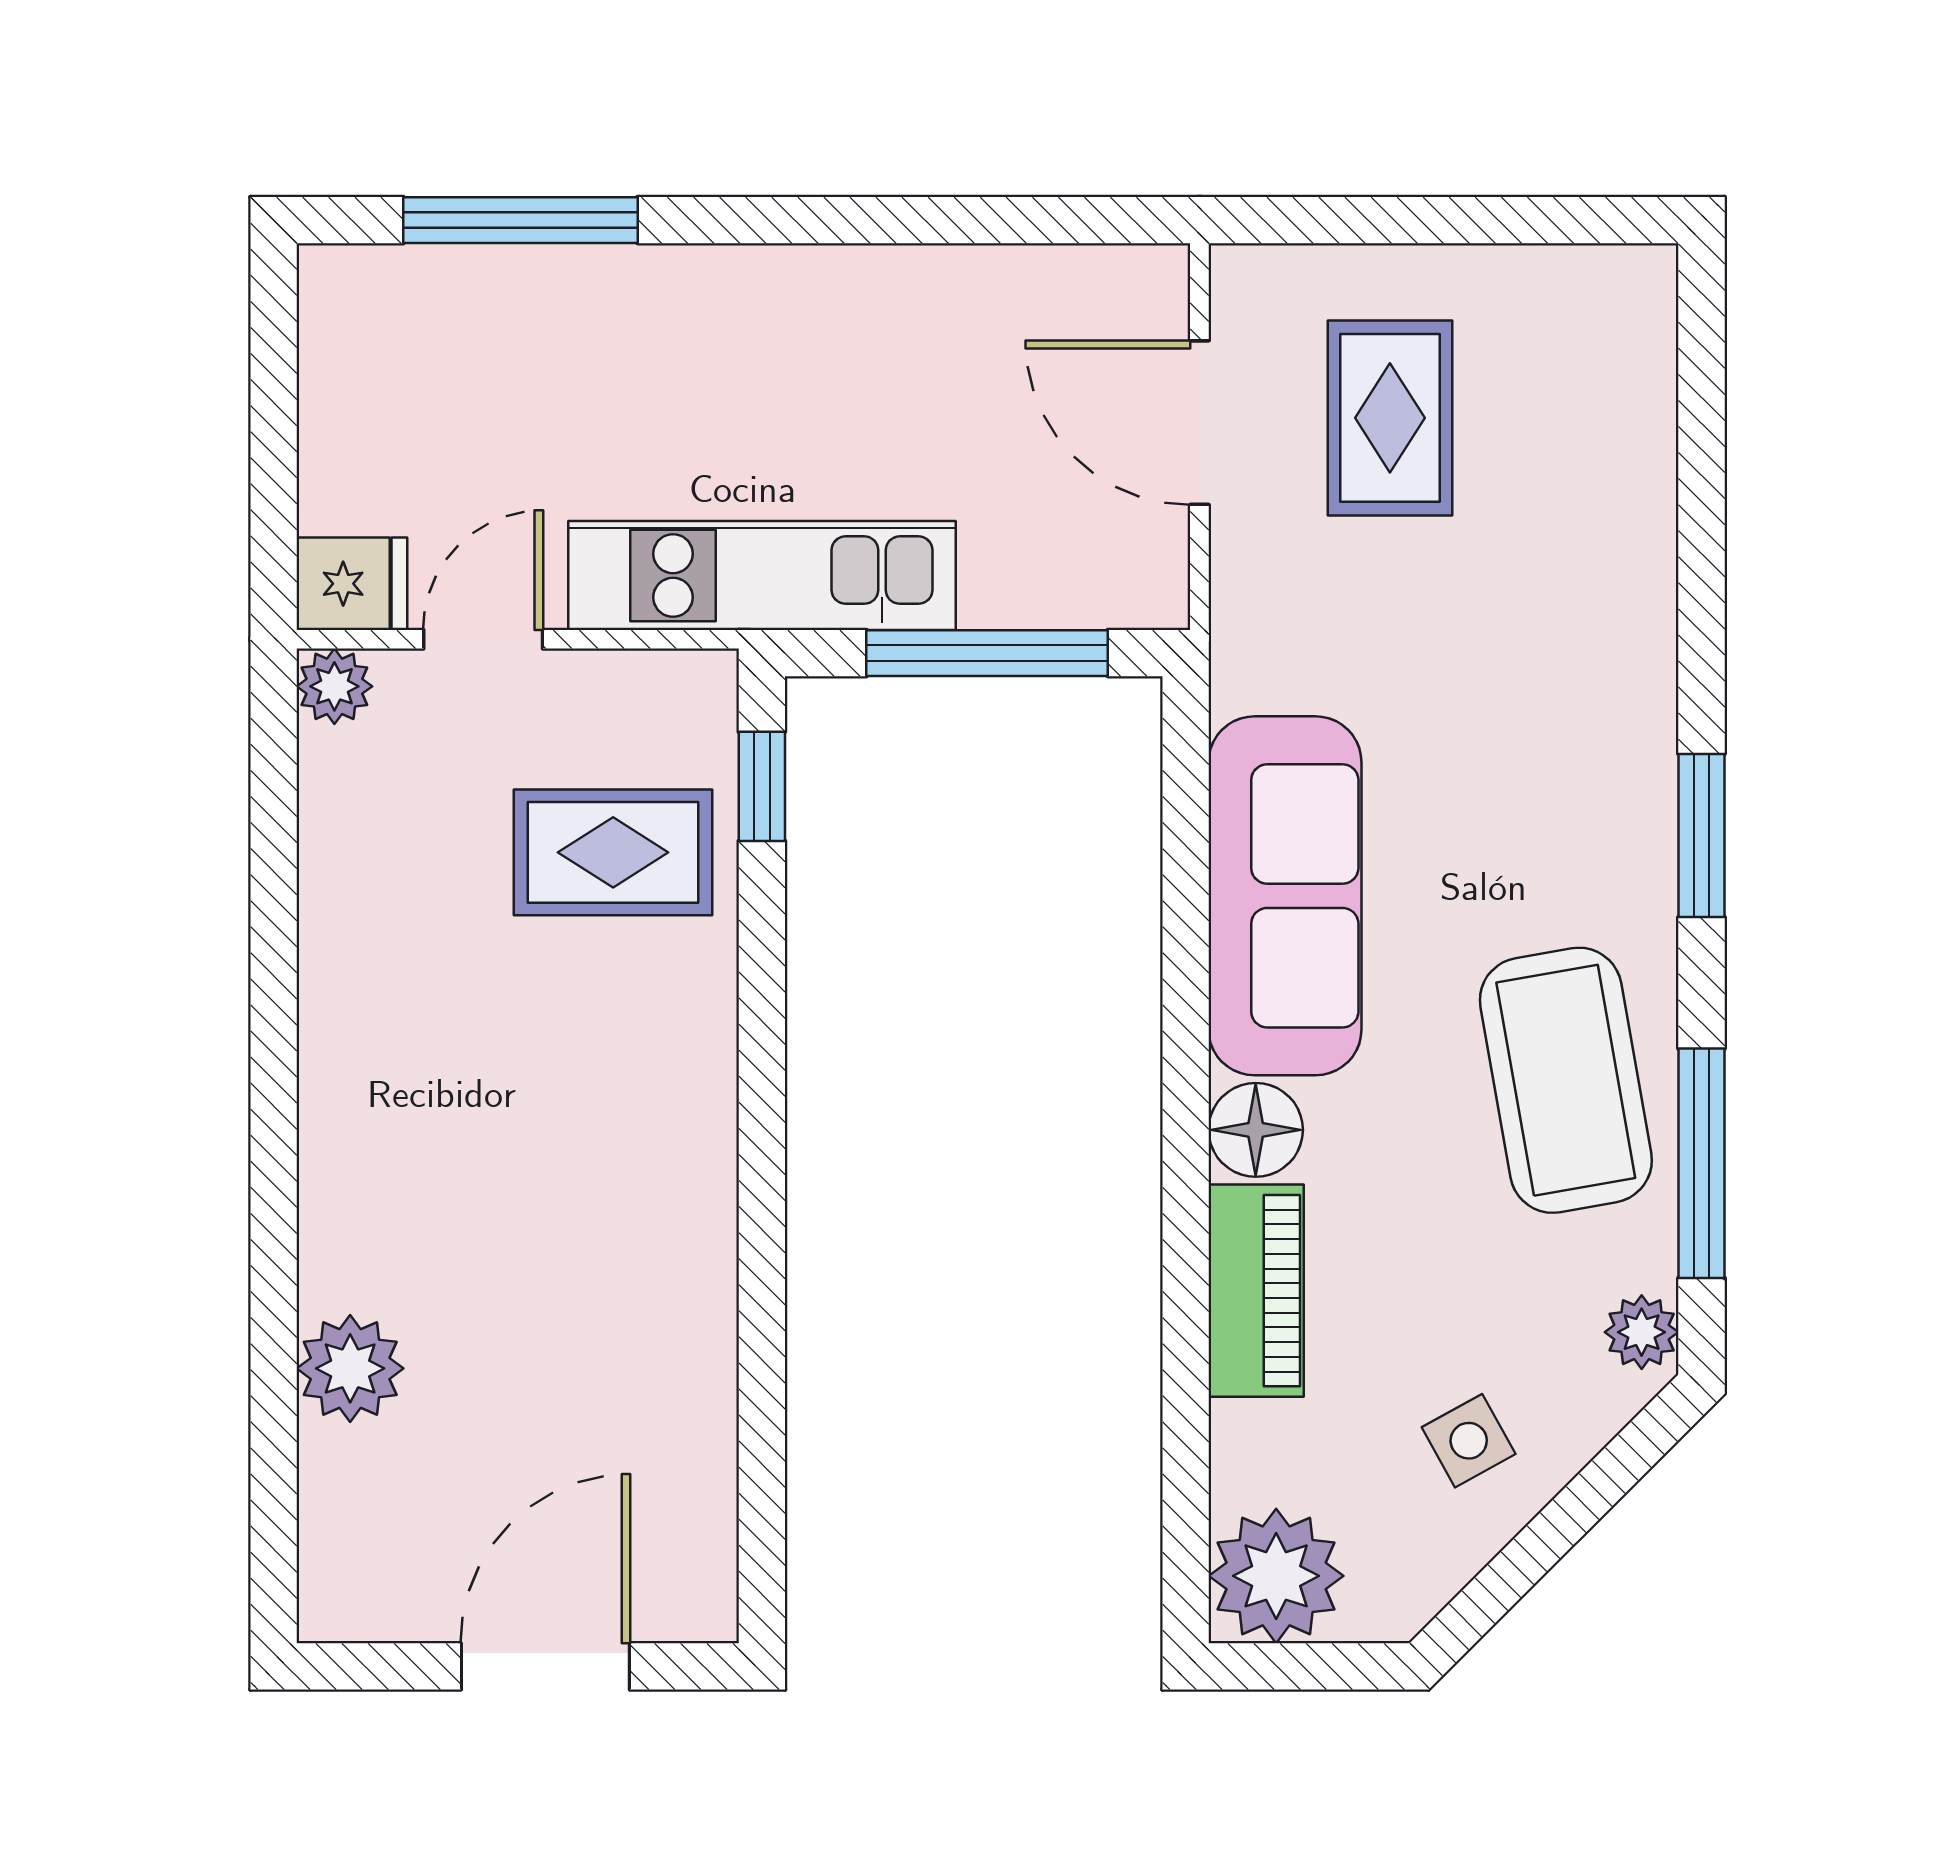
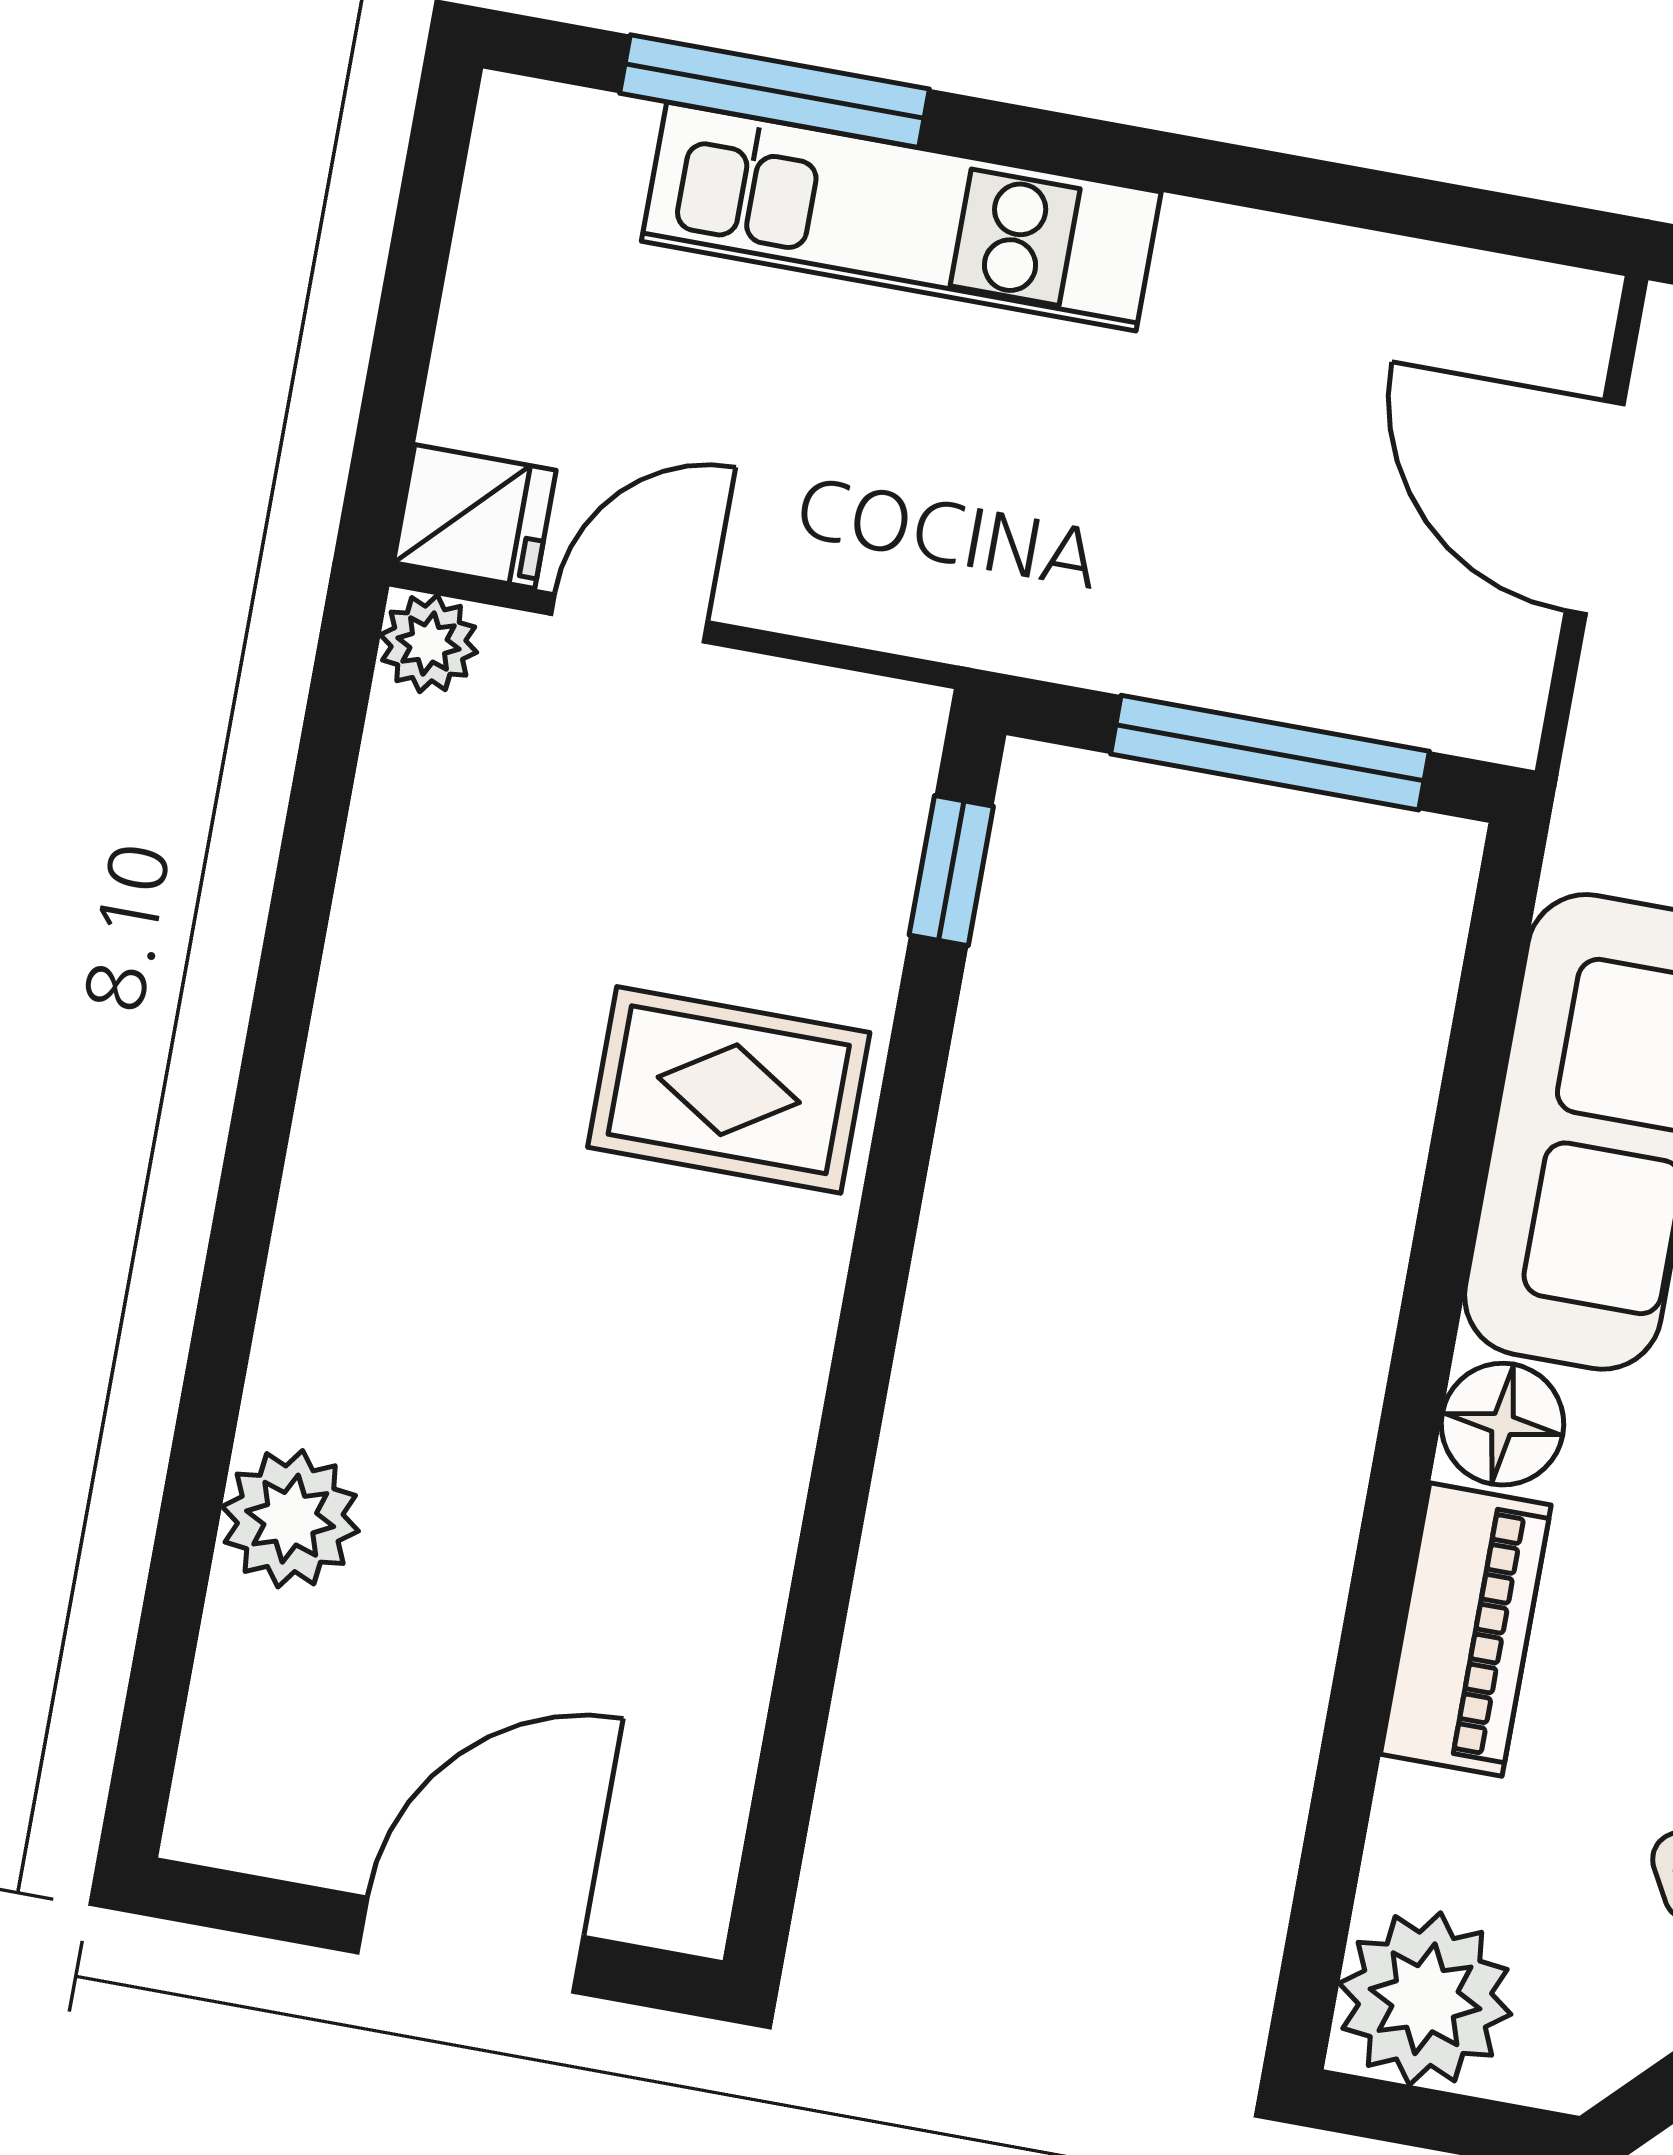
kitchen unit: (762, 575) -> (901, 217), moved, turned 180
rug: (613, 852) -> (729, 1090), moved

